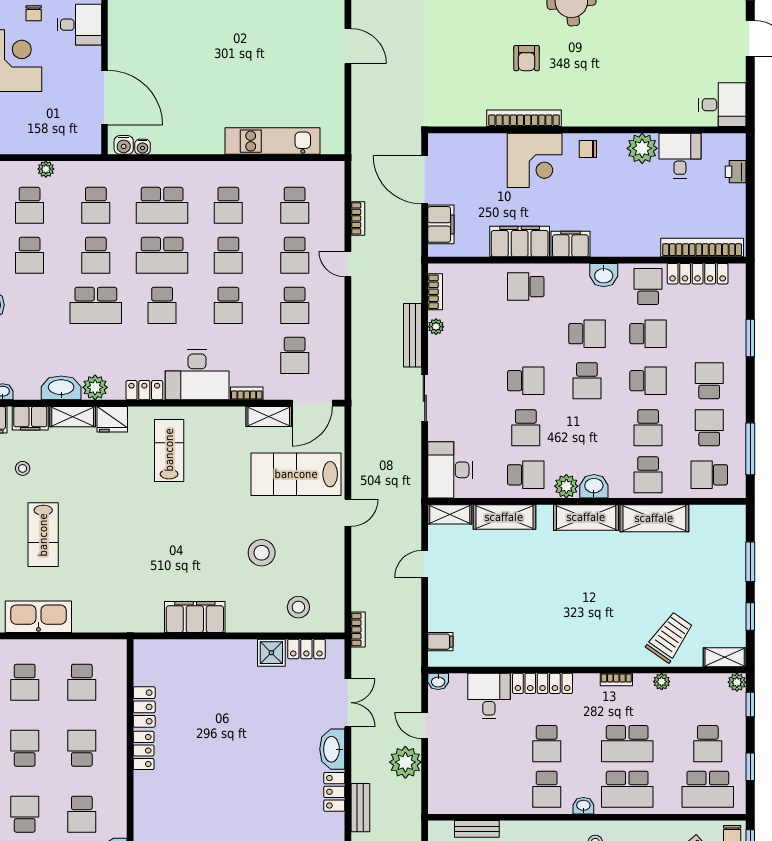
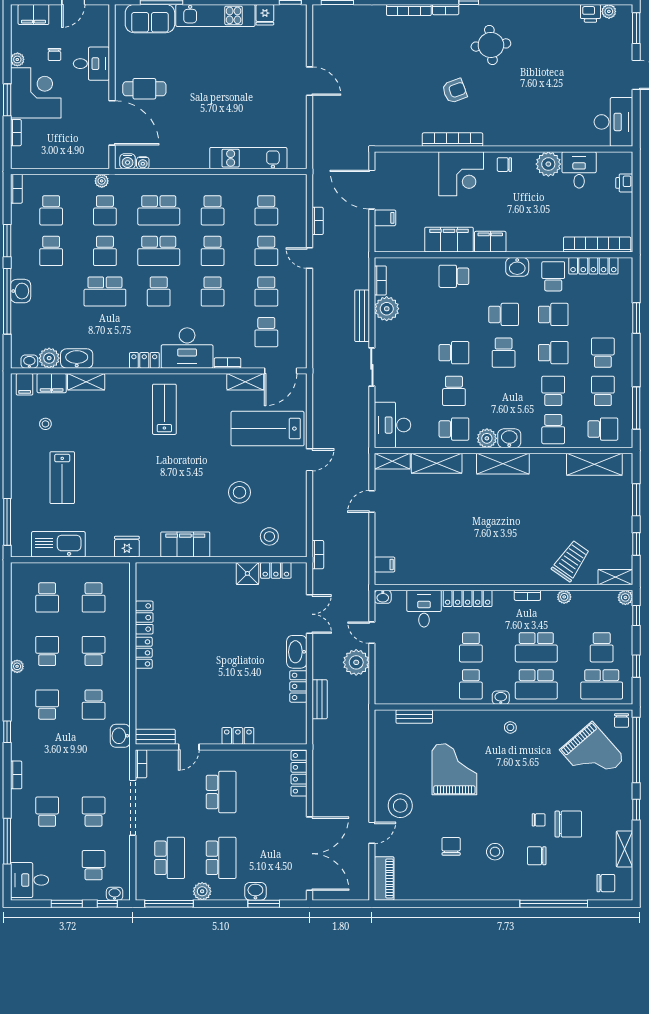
cafe table: (144, 56) -> (144, 89), added
armchair: (527, 58) -> (455, 91), turned -110
desk: (722, 105) -> (613, 122), width x1.37
plant: (46, 169) -> (102, 181), moved
filing cabinet: (441, 224) -> (385, 218), width x0.50
plant: (436, 327) -> (387, 309), width x1.88, depth x1.88
plant: (95, 387) -> (49, 358), moved
fridge: (112, 419) -> (127, 547), moved, turned 180
school desk: (648, 428) -> (553, 391), turned 180
school desk: (709, 475) -> (603, 429), turned 180
shelving: (654, 518) -> (594, 464), moved

